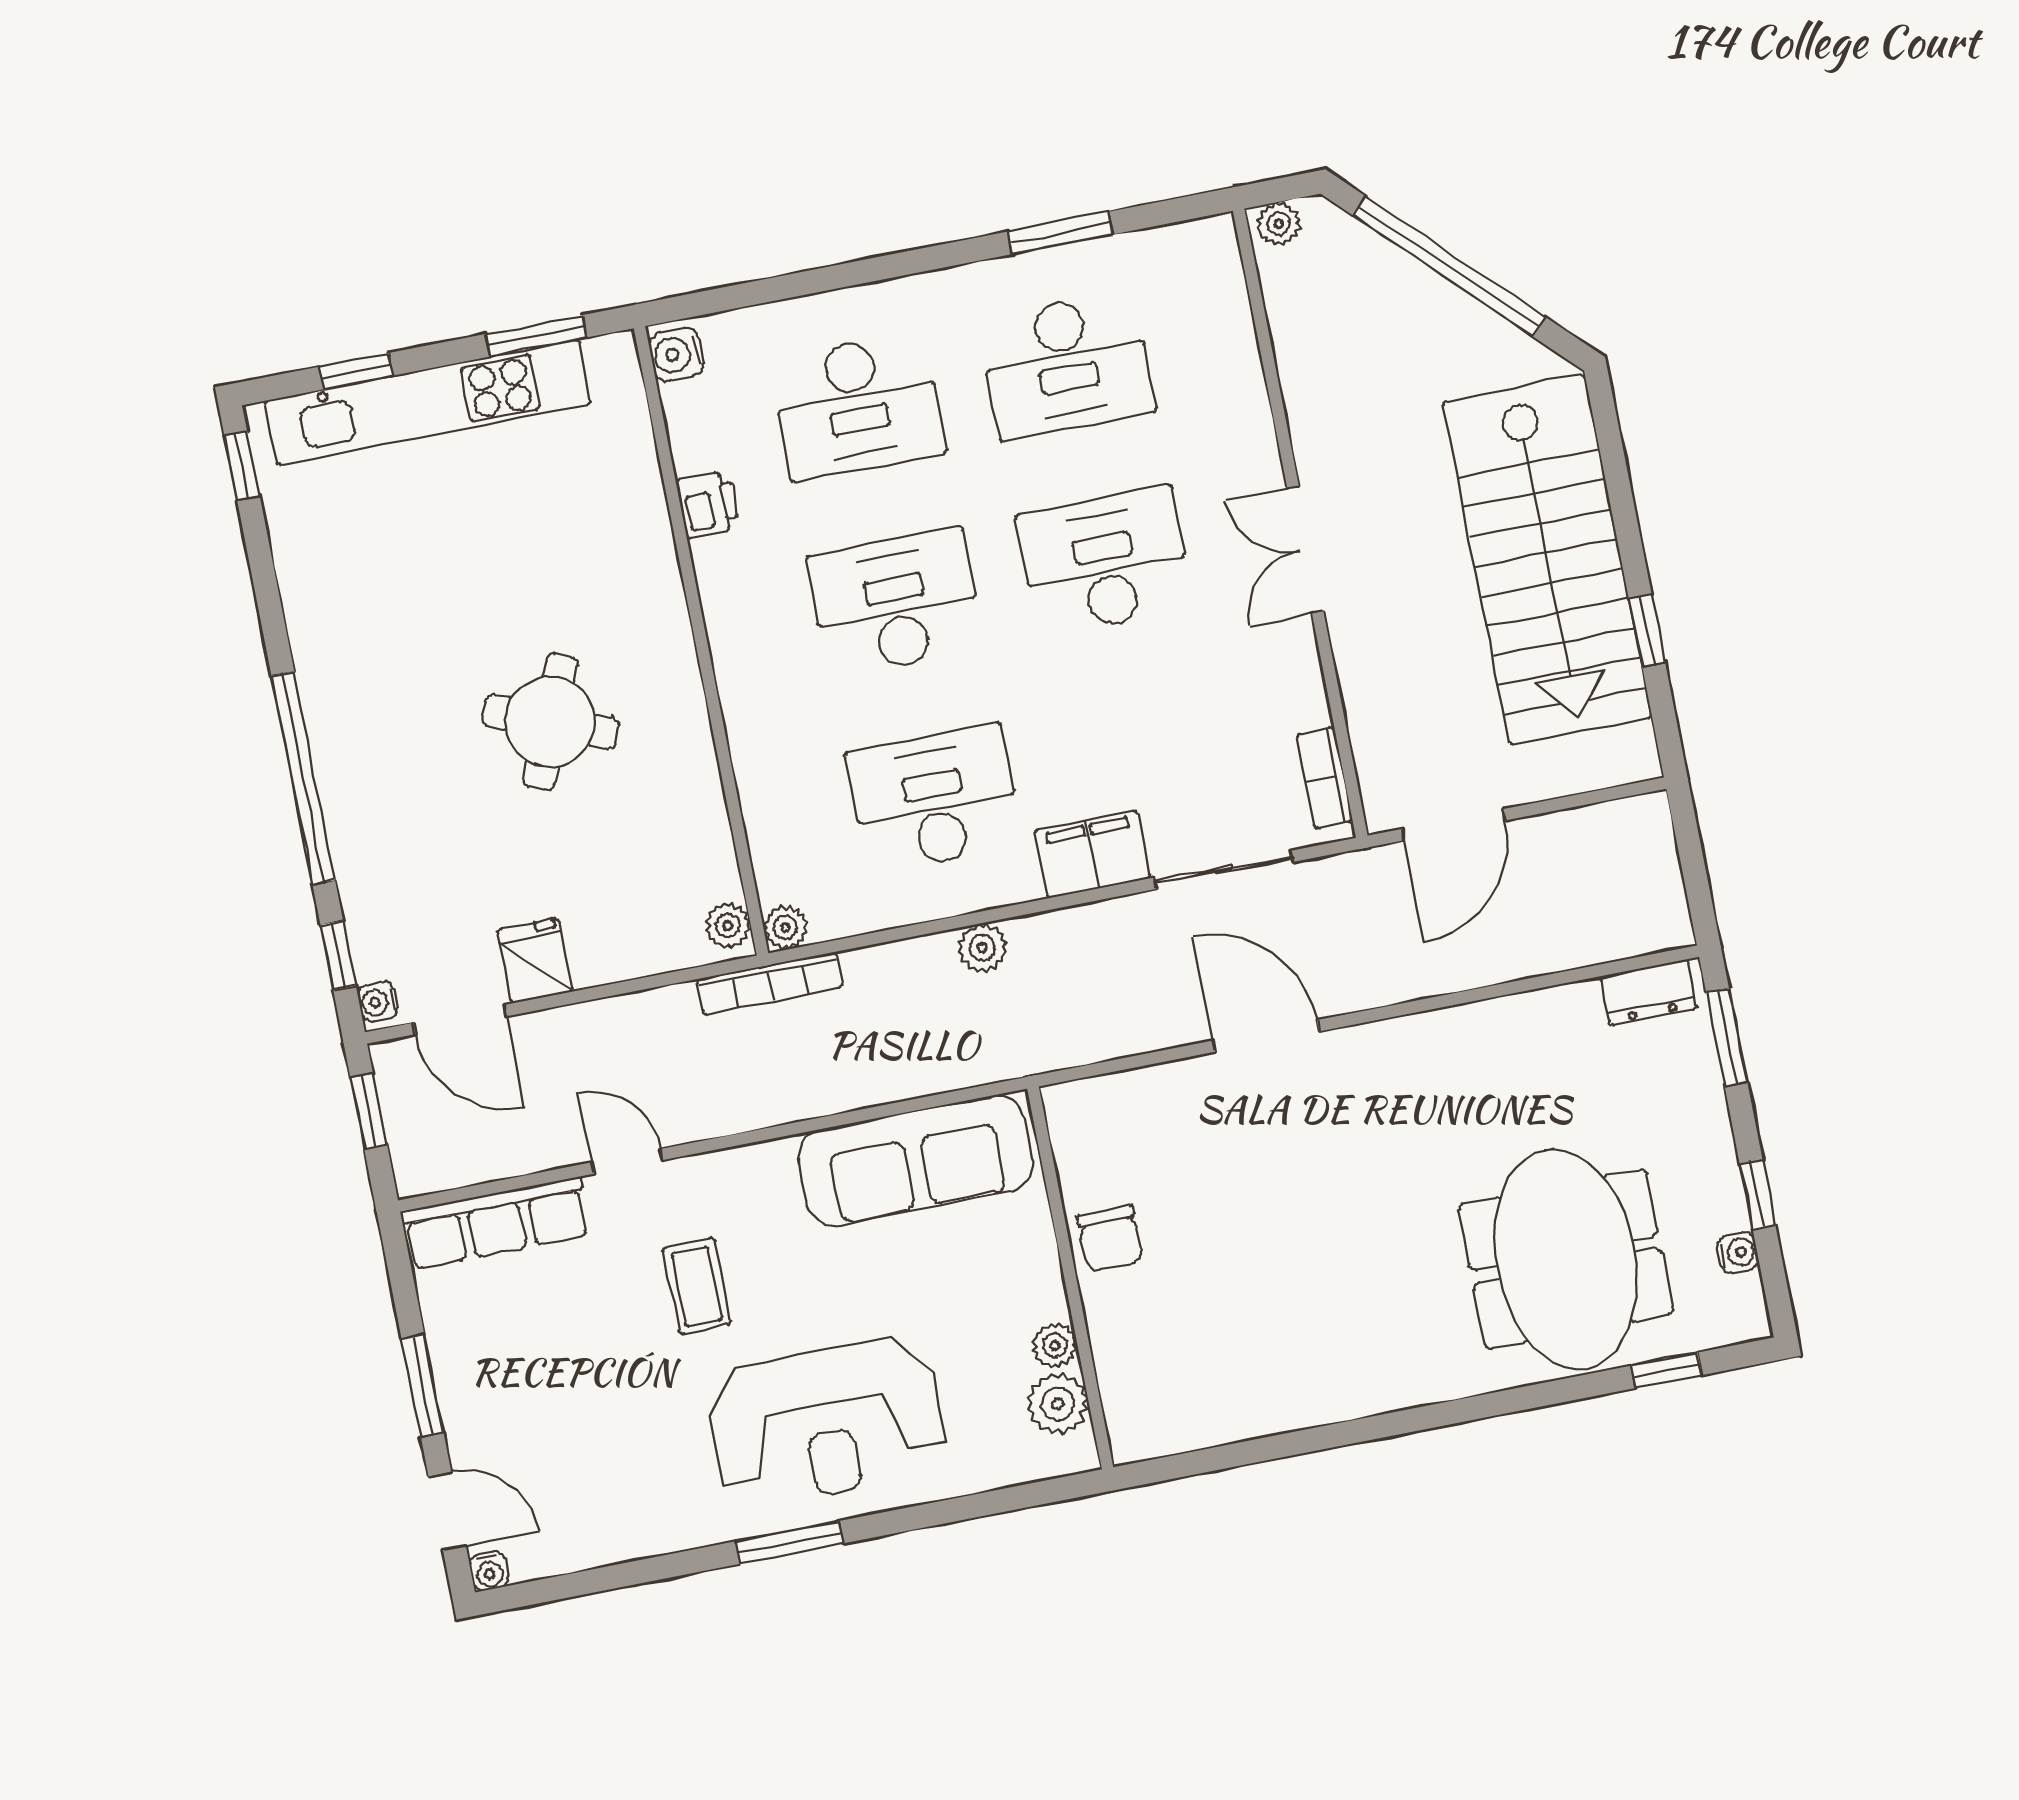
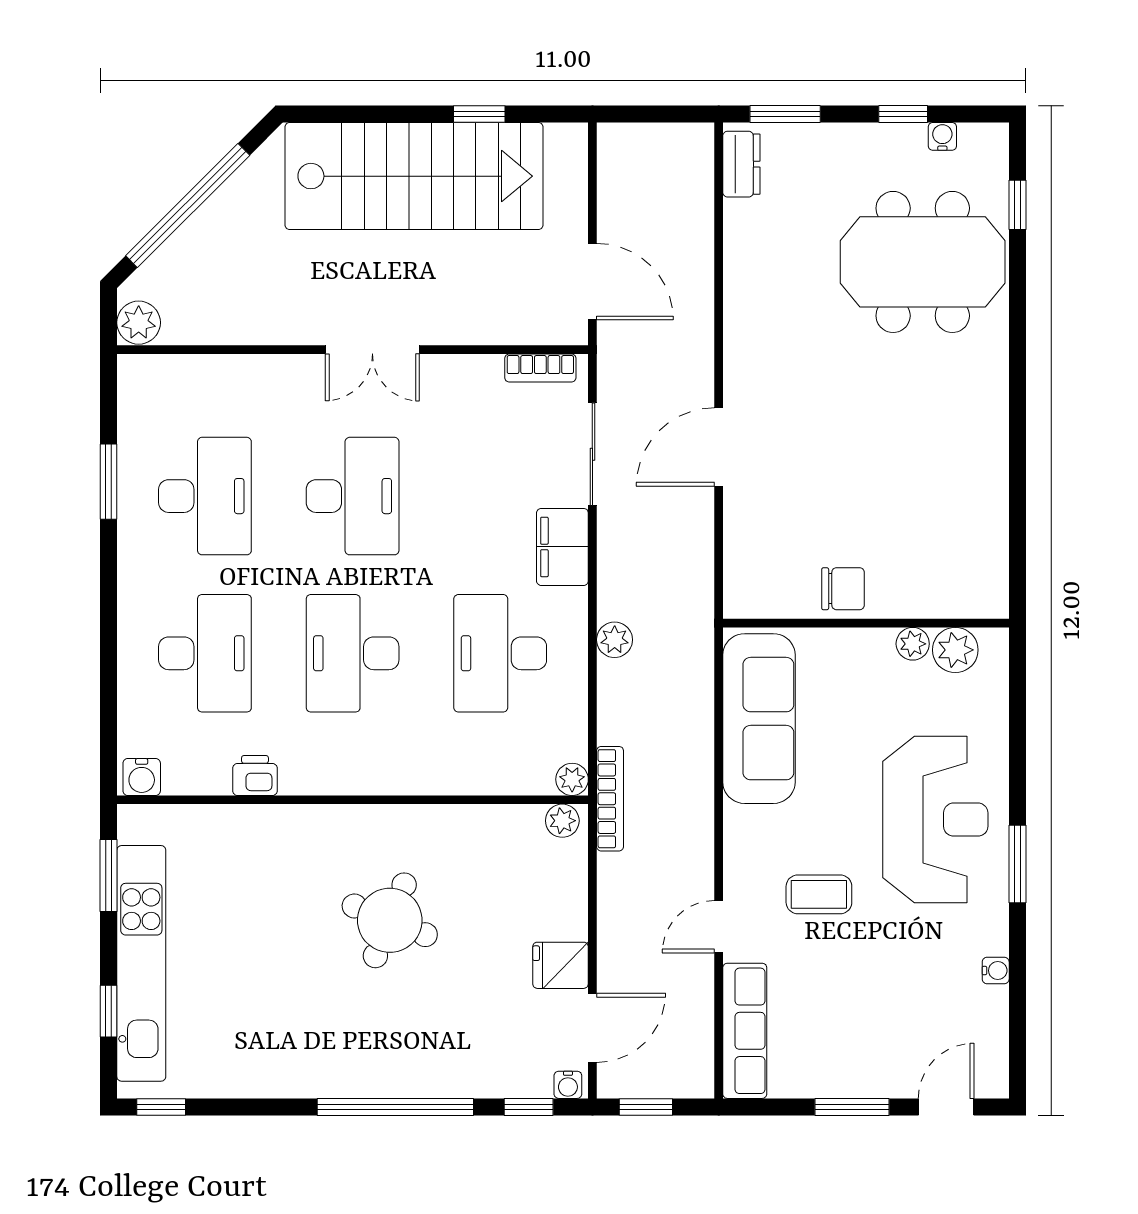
plant: (1279, 224) -> (139, 323), width x1.38, depth x1.38
desk: (1105, 561) -> (353, 496), turned 180
water cooler: (489, 1571) -> (996, 971), moved

